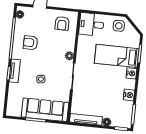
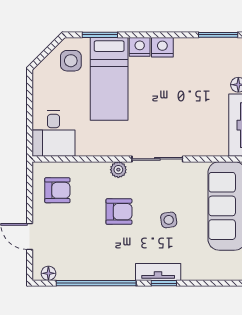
side table: (119, 26) -> (71, 61), moved
armchair: (31, 43) -> (119, 212), moved, turned -90
nightstand: (129, 95) -> (162, 47), moved

